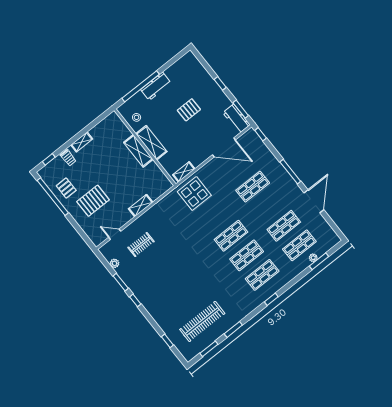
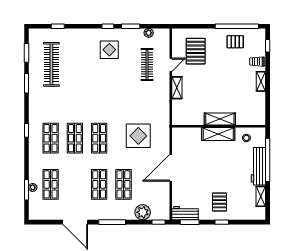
workbench: (156, 86) -> (258, 166), width x1.38
pallet: (189, 110) -> (219, 202), moved
door: (224, 147) -> (171, 168), moved
plant: (263, 153) -> (143, 212), added
shelving: (184, 172) -> (261, 196), moved
display table: (194, 194) -> (138, 136), moved
pallet: (93, 201) -> (196, 51), moved
shop shelf: (284, 226) -> (99, 184), moved
door: (115, 234) -> (171, 65), moved
clothes rail: (141, 245) -> (147, 64), width x1.36
display table: (153, 284) -> (109, 50), added

